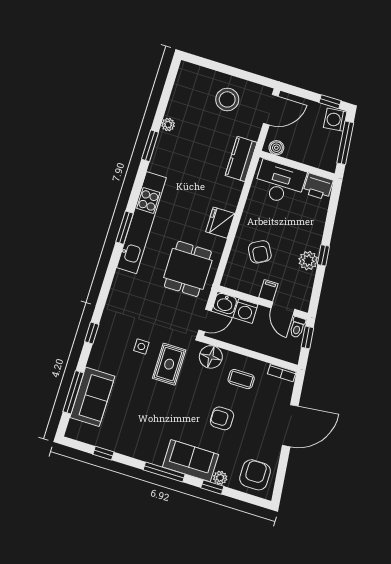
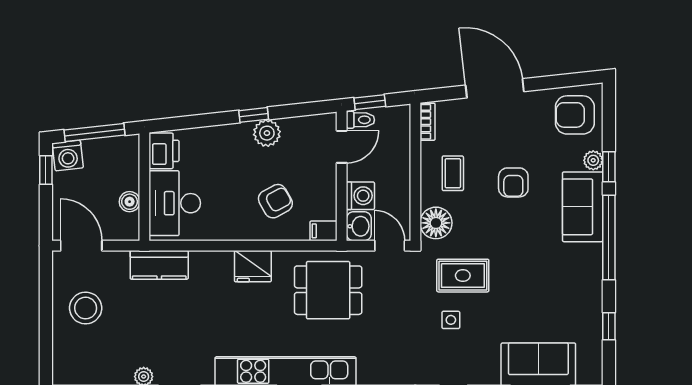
boiler: (276, 148) -> (130, 202), moved
filing cabinet: (268, 291) -> (324, 231), moved
window: (164, 472) -> (609, 237), width x1.46

